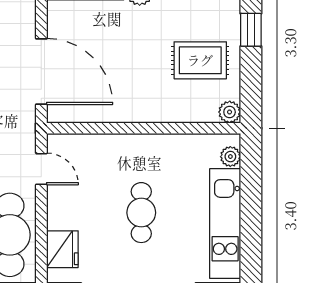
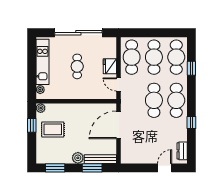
window: (251, 30) -> (32, 125), moved
door: (41, 71) -> (119, 125), hinge flipped
fridge: (62, 249) -> (110, 66), moved

